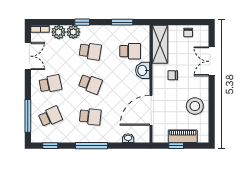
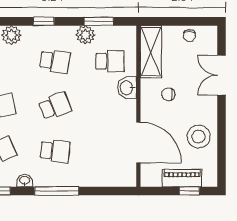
plant: (73, 32) -> (85, 35), moved
school desk: (90, 84) -> (55, 106), turned -42
door: (151, 110) -> (138, 142), swing flipped
washbasin: (128, 138) -> (25, 181), moved
window: (176, 146) -> (189, 191), moved

